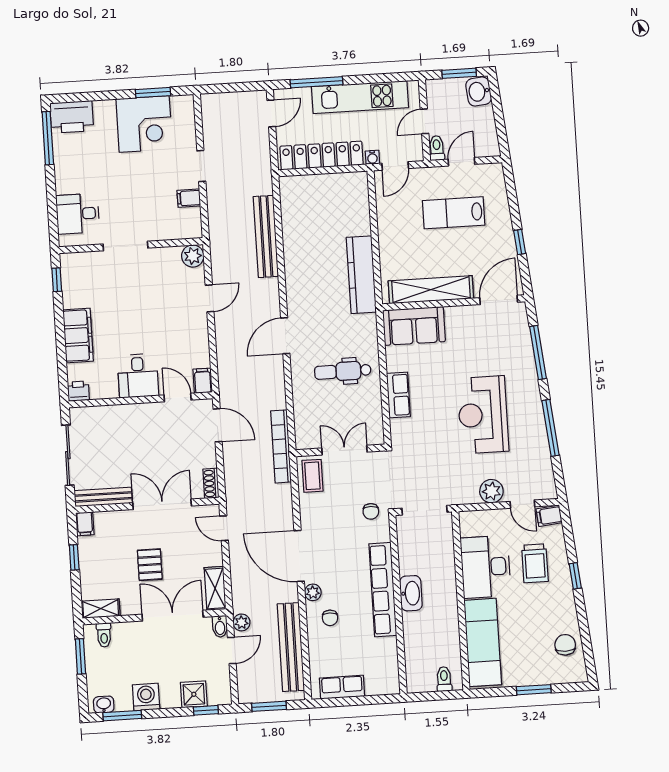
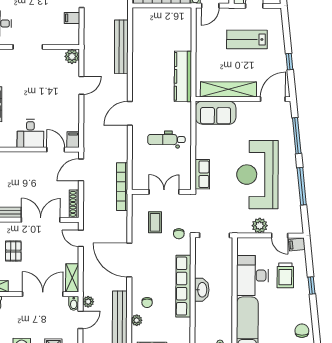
row of seats: (398, 395) -> (202, 174), moved
reception desk: (483, 415) -> (257, 175), width x1.36, depth x1.30
door: (218, 425) -> (81, 170), swing flipped
coffee table: (312, 476) -> (155, 222), moved
shoe rack: (211, 483) -> (74, 204), width x1.43
pallet: (150, 565) -> (13, 251), moved
plant: (313, 592) -> (137, 320), moved

